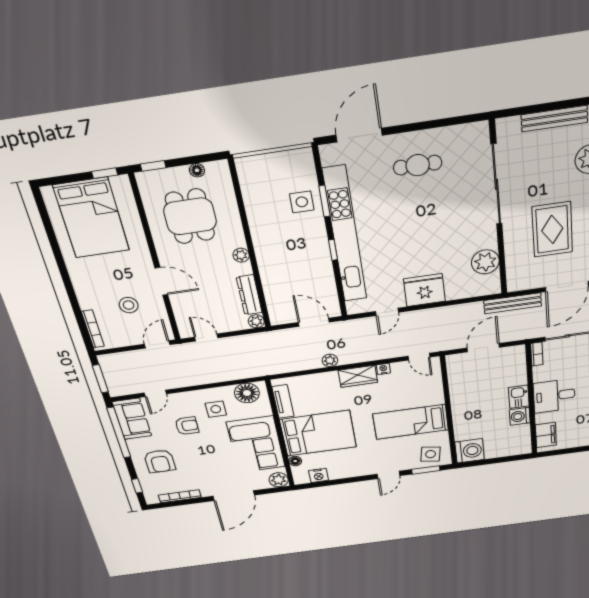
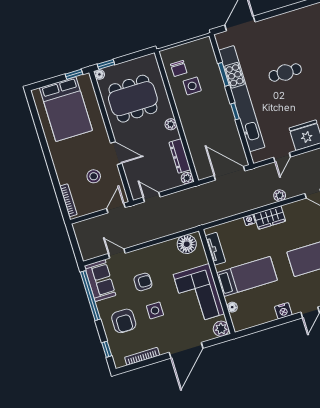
cafe table: (418, 165) -> (285, 73), moved
floor lamp: (197, 170) -> (99, 74), moved
chair: (261, 185) -> (179, 68), added
side table: (302, 202) -> (192, 86), moved
dining table: (190, 216) -> (133, 99), width x1.38
door: (314, 322) -> (230, 173), width x1.36
plant: (330, 360) -> (280, 196), moved
nightstand: (383, 369) -> (249, 220), moved
window: (100, 379) -> (75, 245), removed
door: (155, 393) -> (117, 253), swing flipped
side table: (216, 409) -> (155, 310), moved
bed: (318, 433) -> (247, 276), width x0.67
nightstand: (319, 475) -> (283, 311), moved

